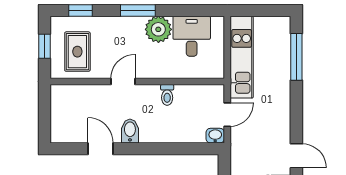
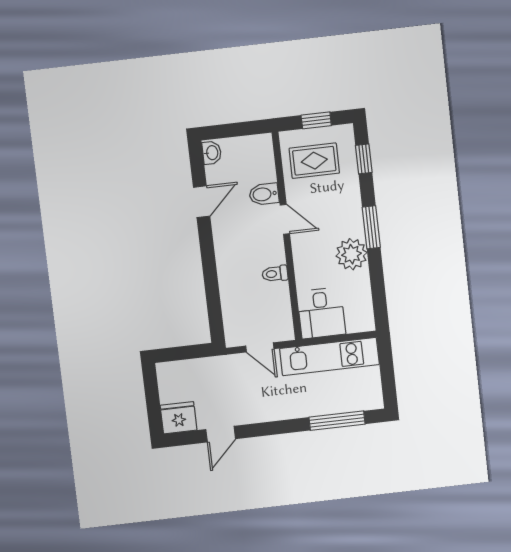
desk: (192, 36) -> (321, 313), moved, turned 90
bidet: (130, 131) -> (264, 194), moved, turned 180
washbasin: (215, 136) -> (212, 153), moved

